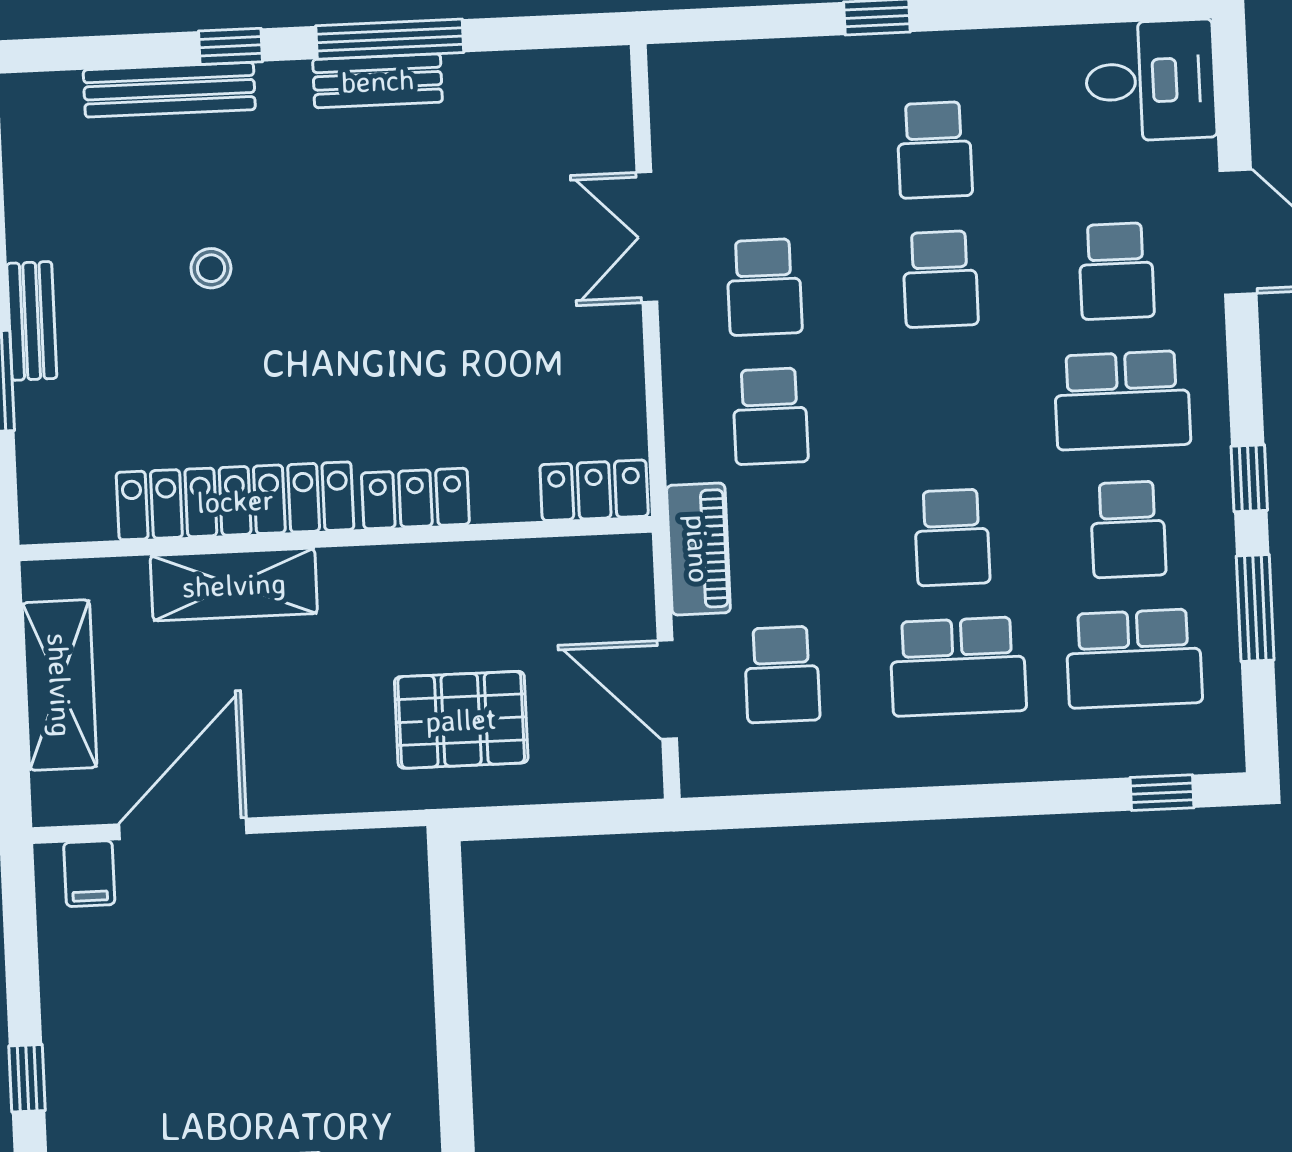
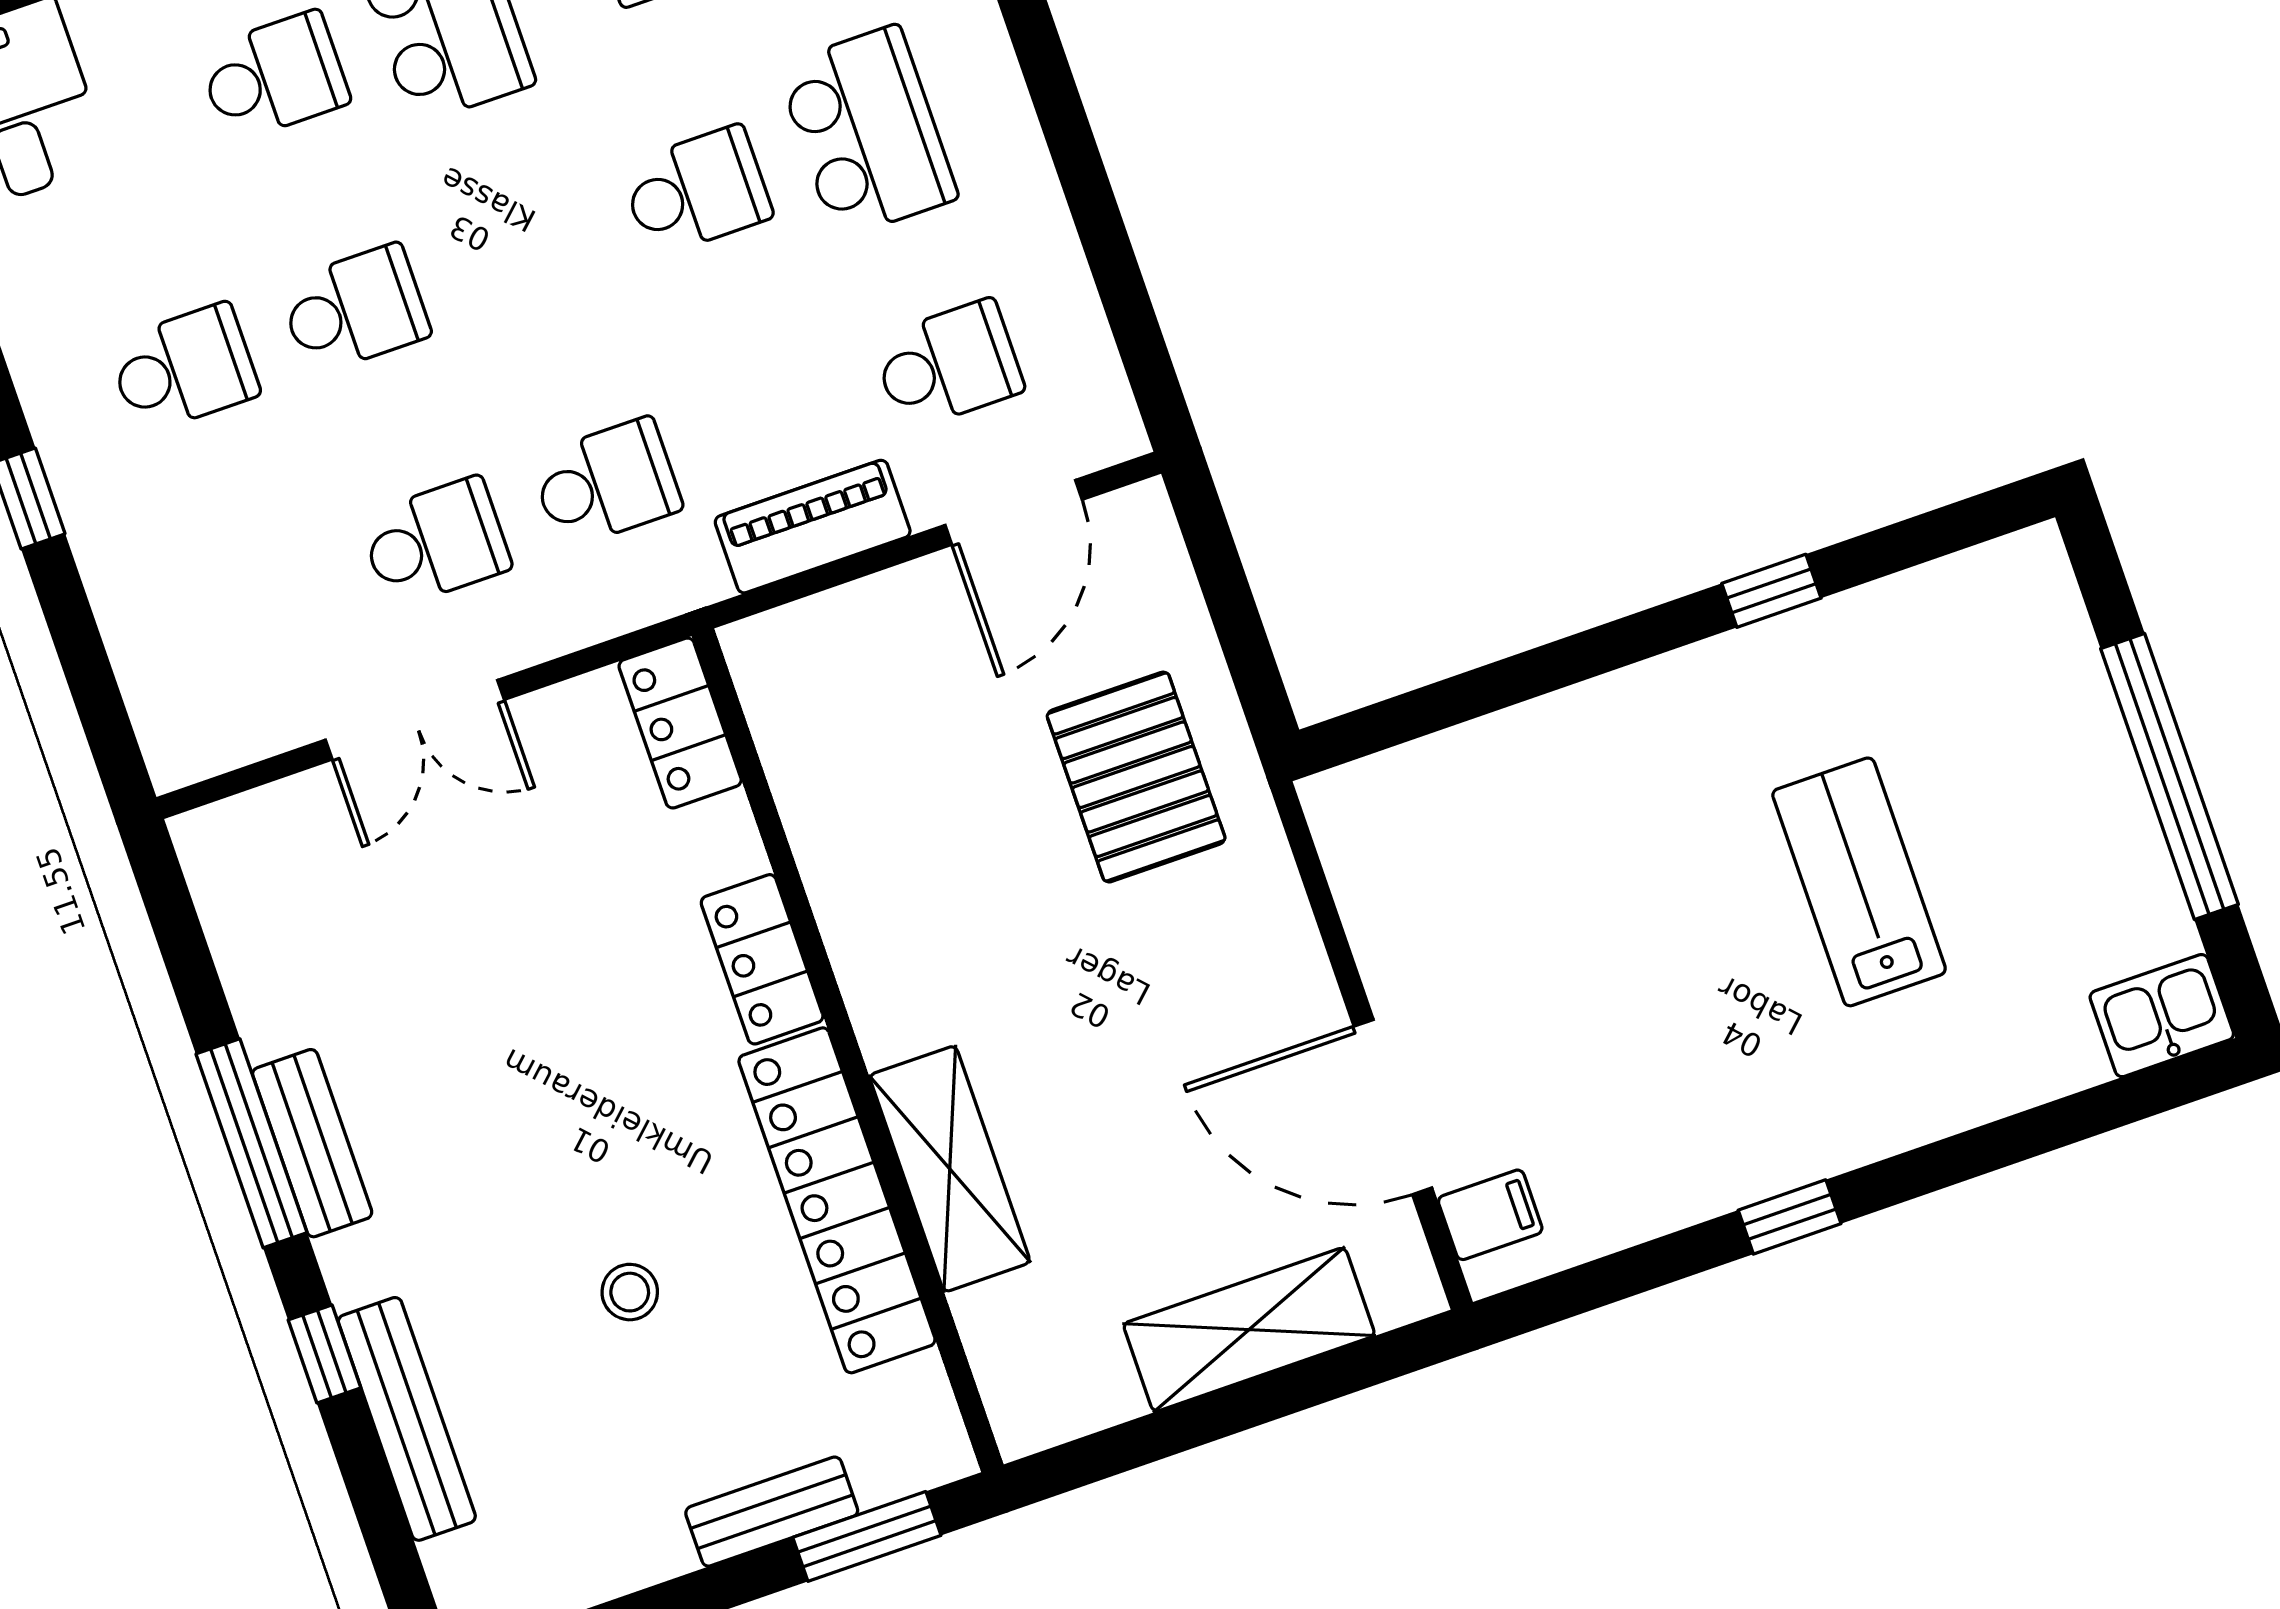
locker: (594, 490) -> (680, 723), moved
locker: (415, 499) -> (762, 959), moved
locker: (235, 501) -> (837, 1200), moved
wall: (336, 539) -> (848, 1050), moved
shelving: (234, 585) -> (950, 1169), moved

